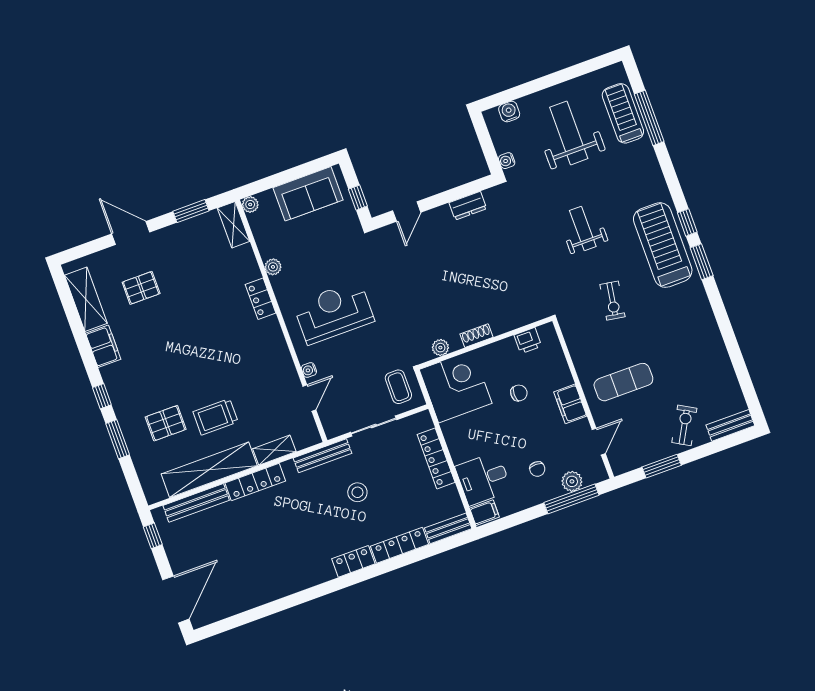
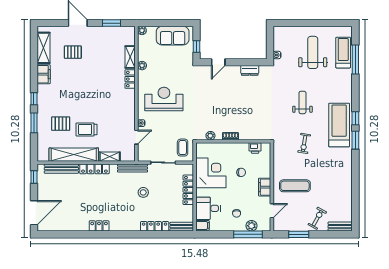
water cooler: (509, 112) -> (287, 31), removed
shelving: (234, 225) -> (130, 57), moved
corner desk: (456, 386) -> (211, 173), moved
locker: (353, 561) -> (99, 226), moved

